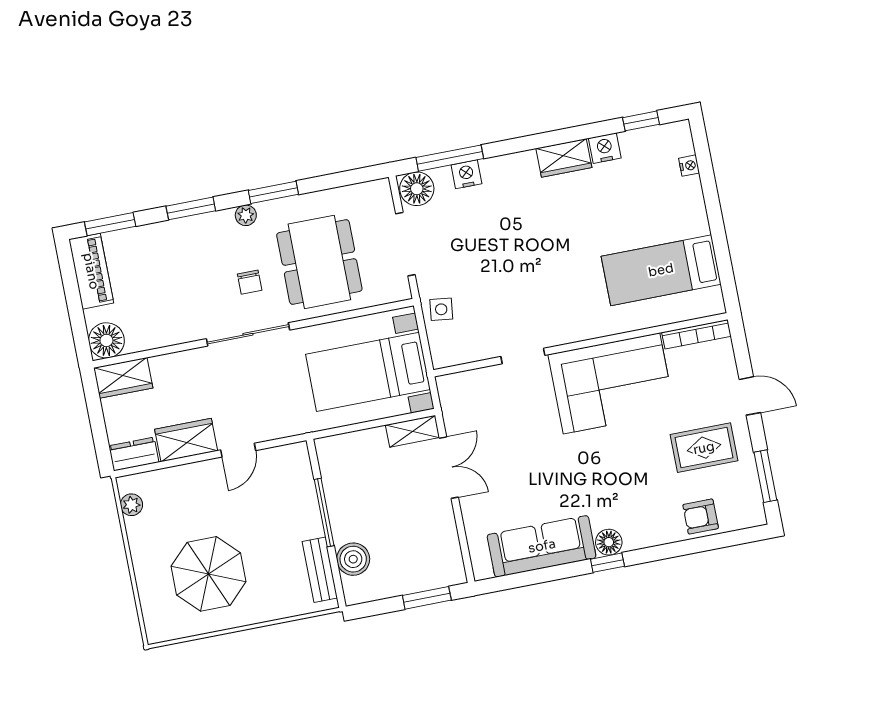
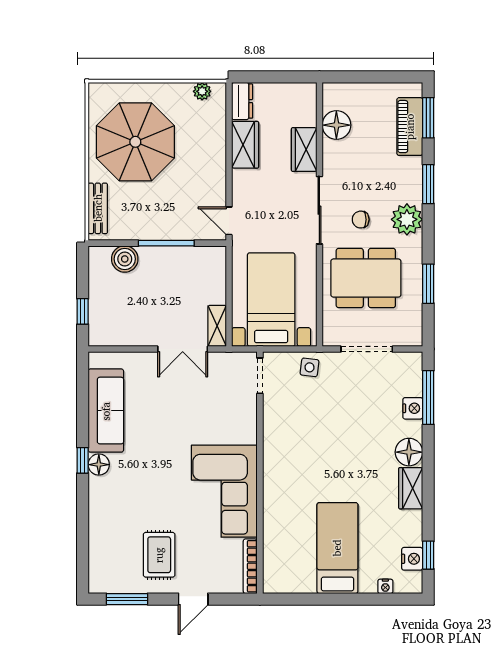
nightstand: (605, 148) -> (412, 559), moved
floor lamp: (417, 189) -> (409, 452), moved
window: (273, 192) -> (428, 284), moved
plant: (246, 215) -> (407, 219), width x1.88, depth x1.88
bed: (661, 270) -> (337, 548), moved
piano: (91, 271) -> (410, 127), moved, turned 90
floor lamp: (106, 340) -> (336, 125), moved
doorway: (523, 356) -> (260, 376), moved
wardrobe: (123, 378) -> (304, 150), moved
door: (238, 450) -> (229, 221), moved
armchair: (701, 517) -> (105, 541), removed
bench: (320, 570) -> (98, 208), moved, turned 90
parasol: (209, 574) -> (135, 142), width x1.36, depth x1.36
window: (427, 598) -> (83, 311), width x0.67

